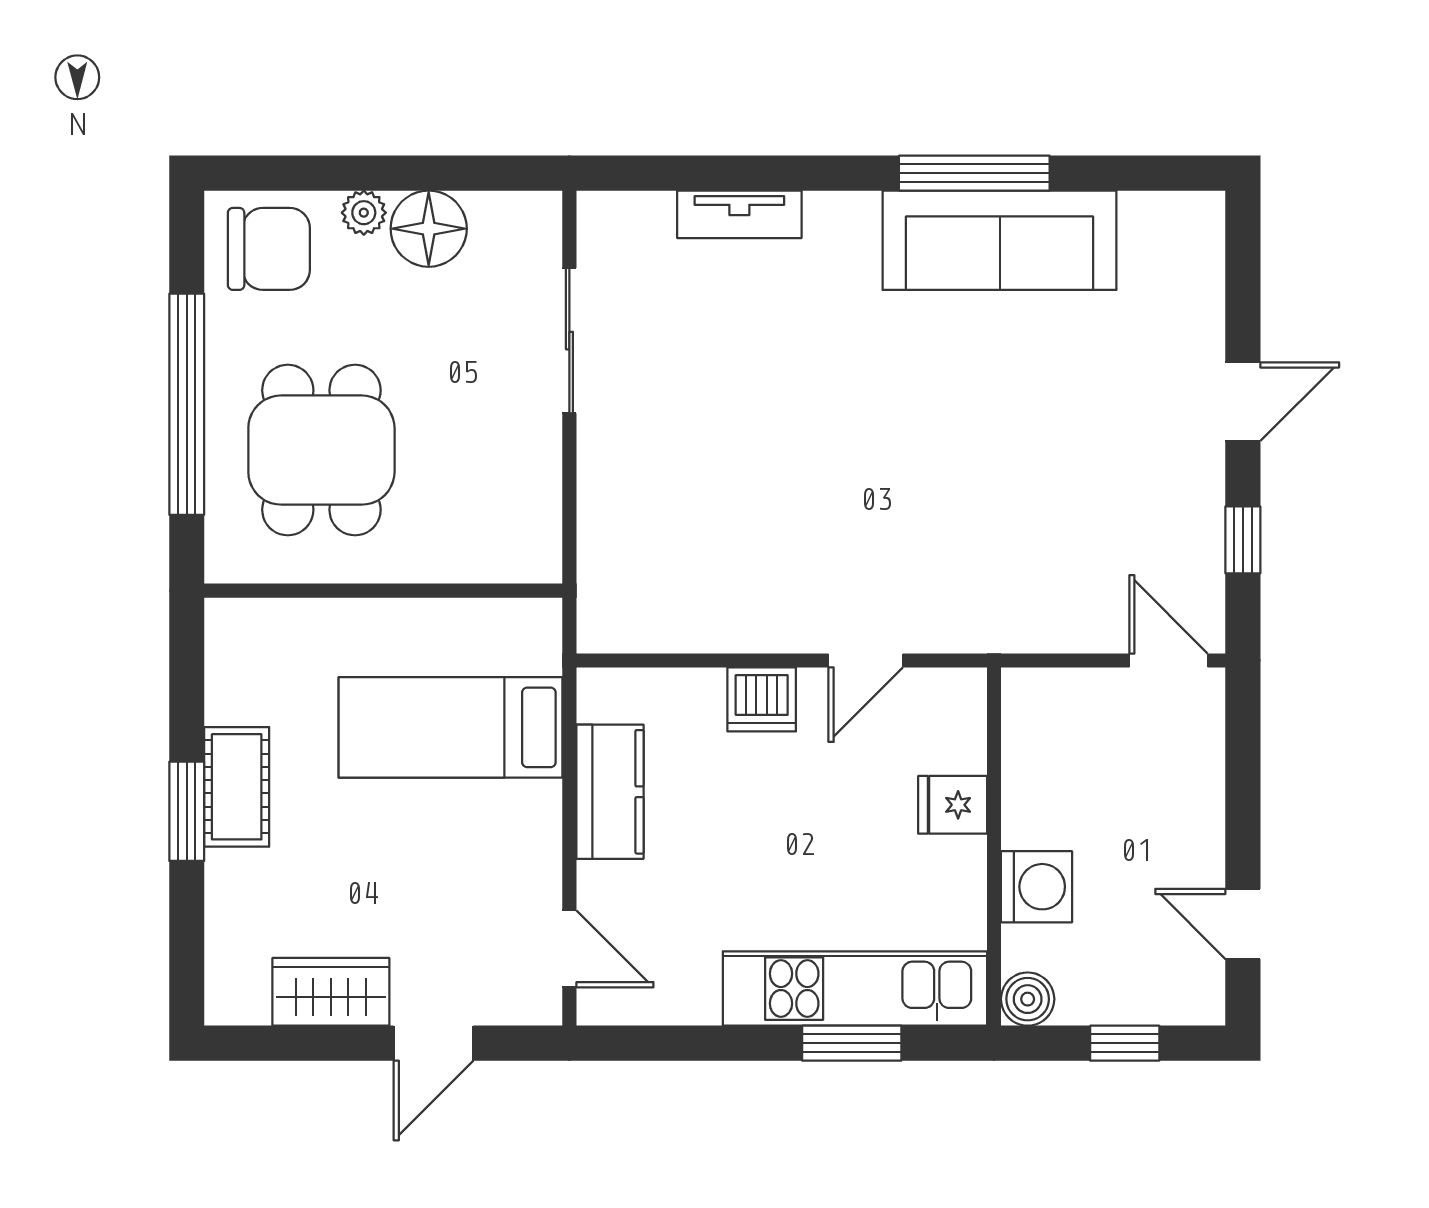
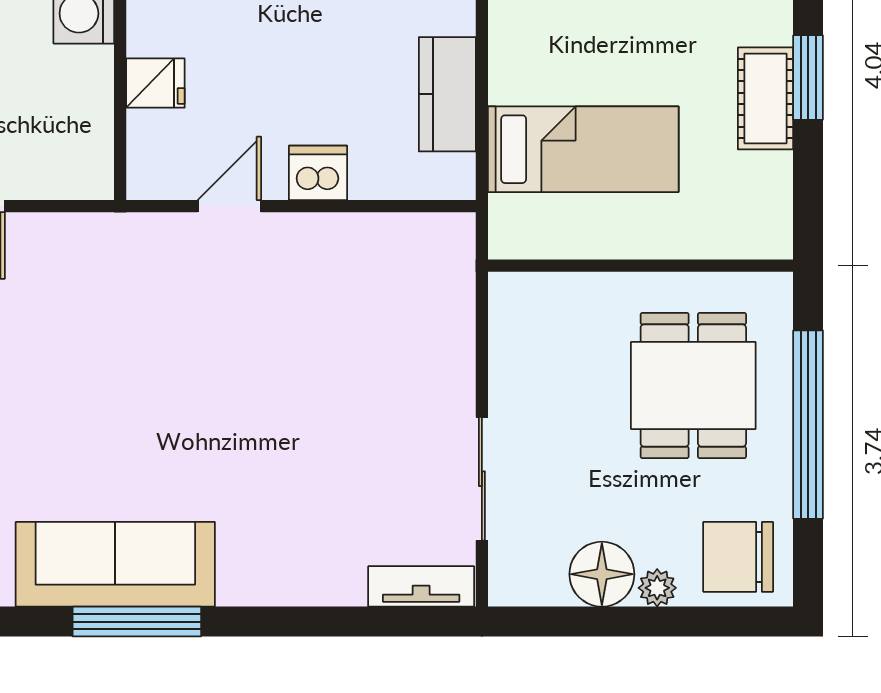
tv unit: (739, 214) -> (421, 586), moved

